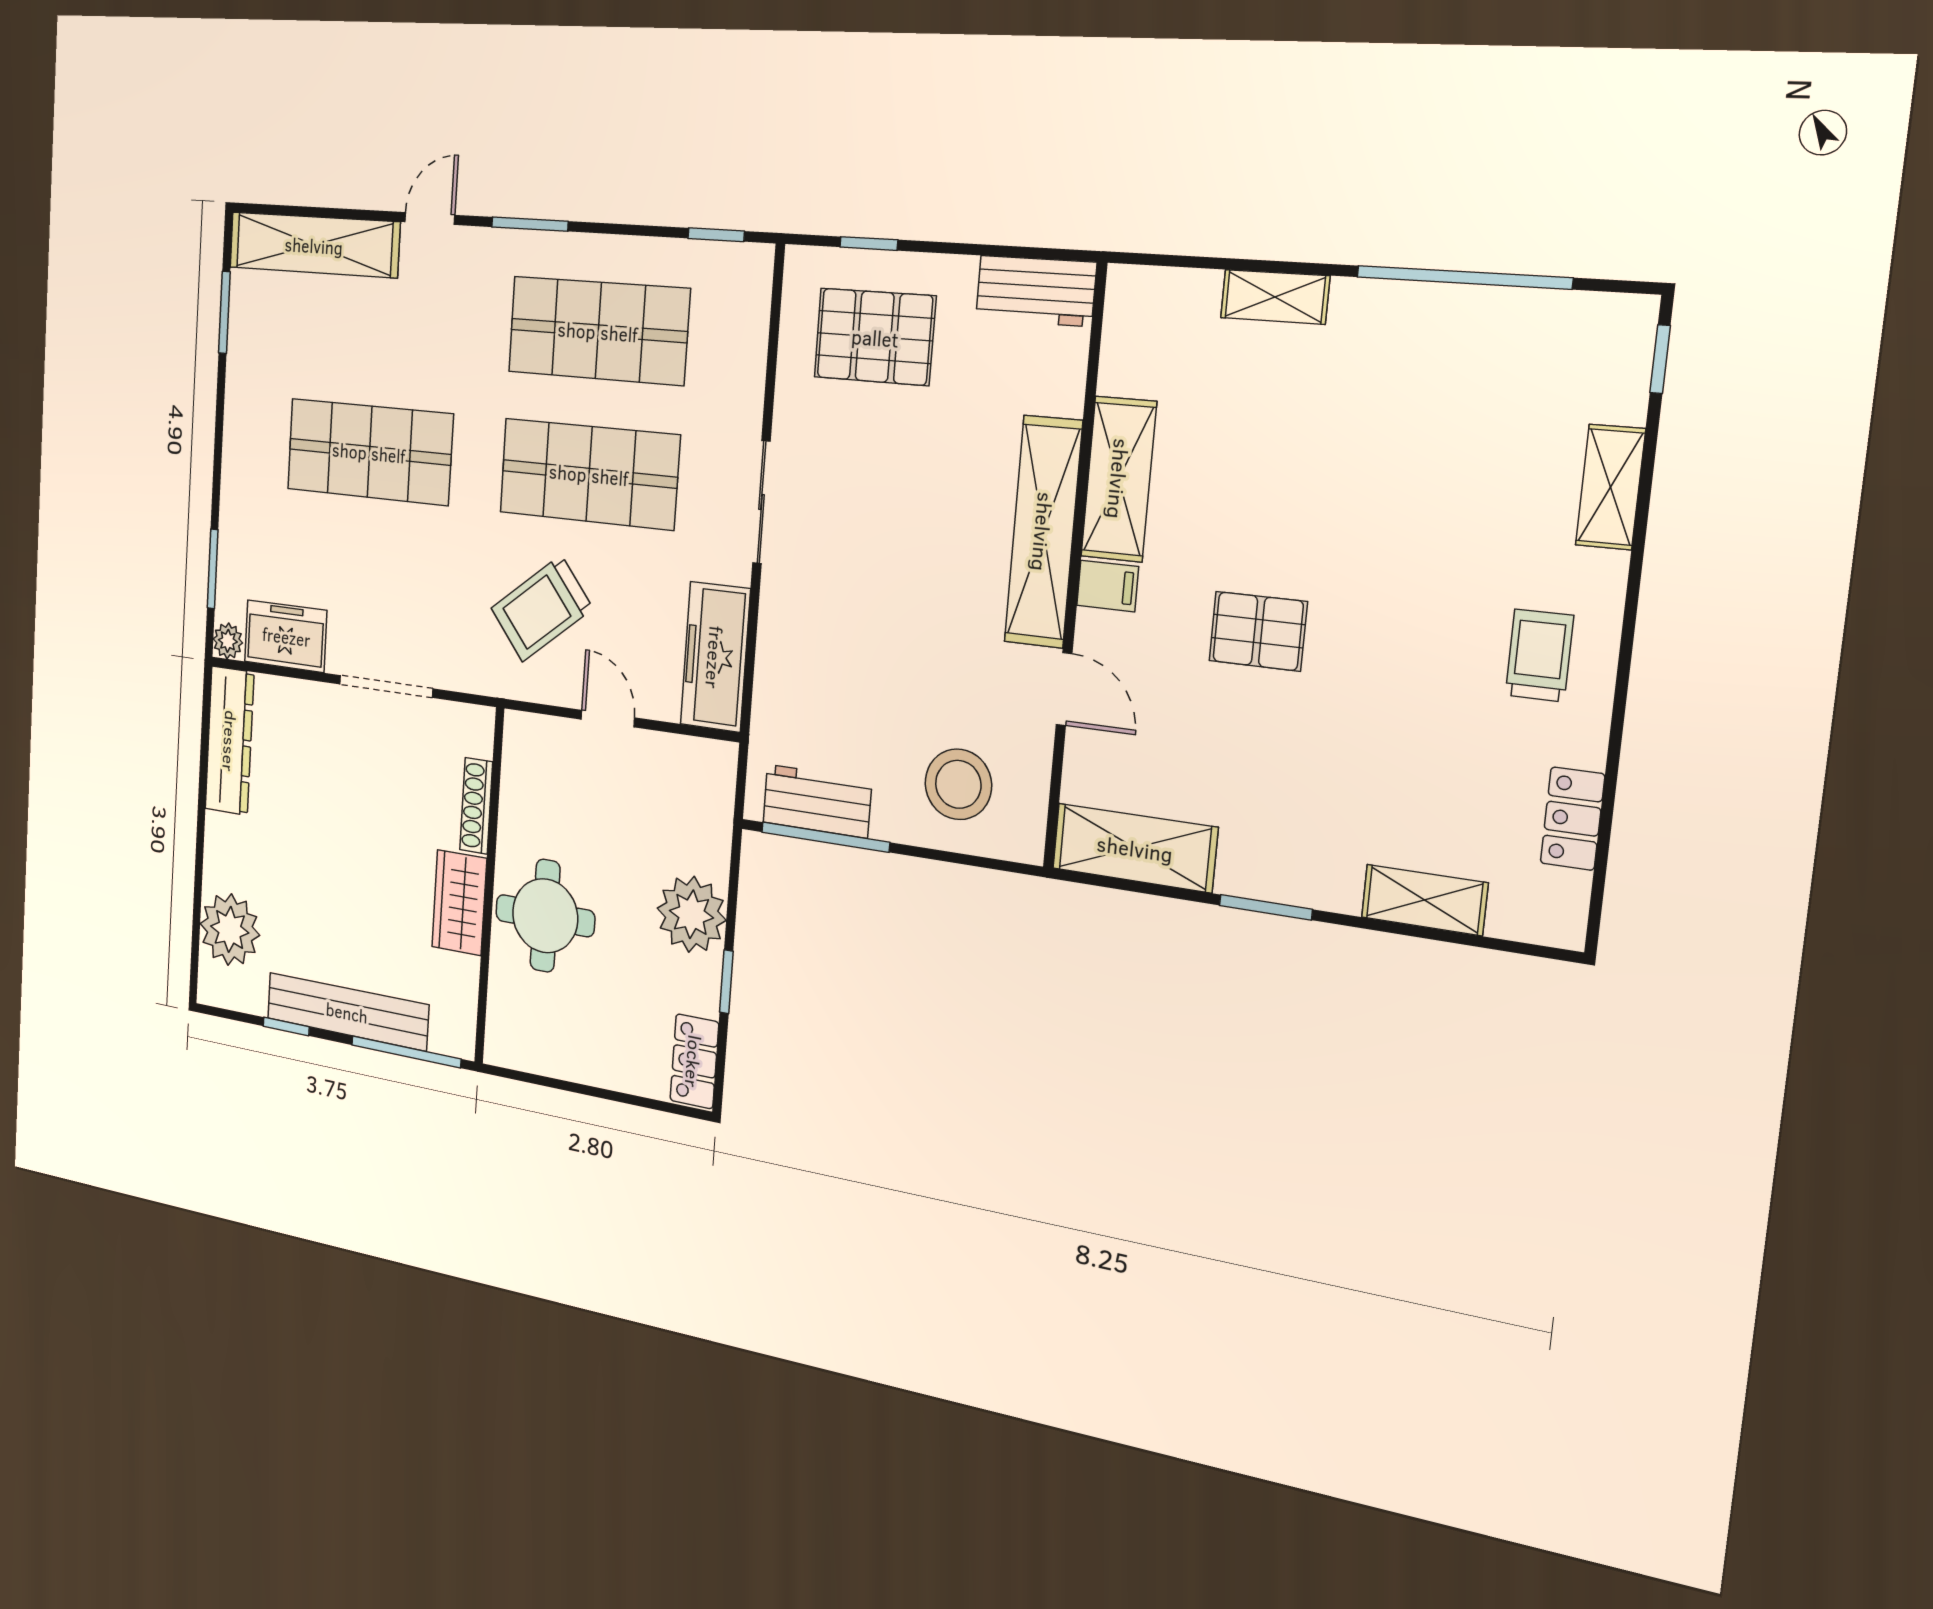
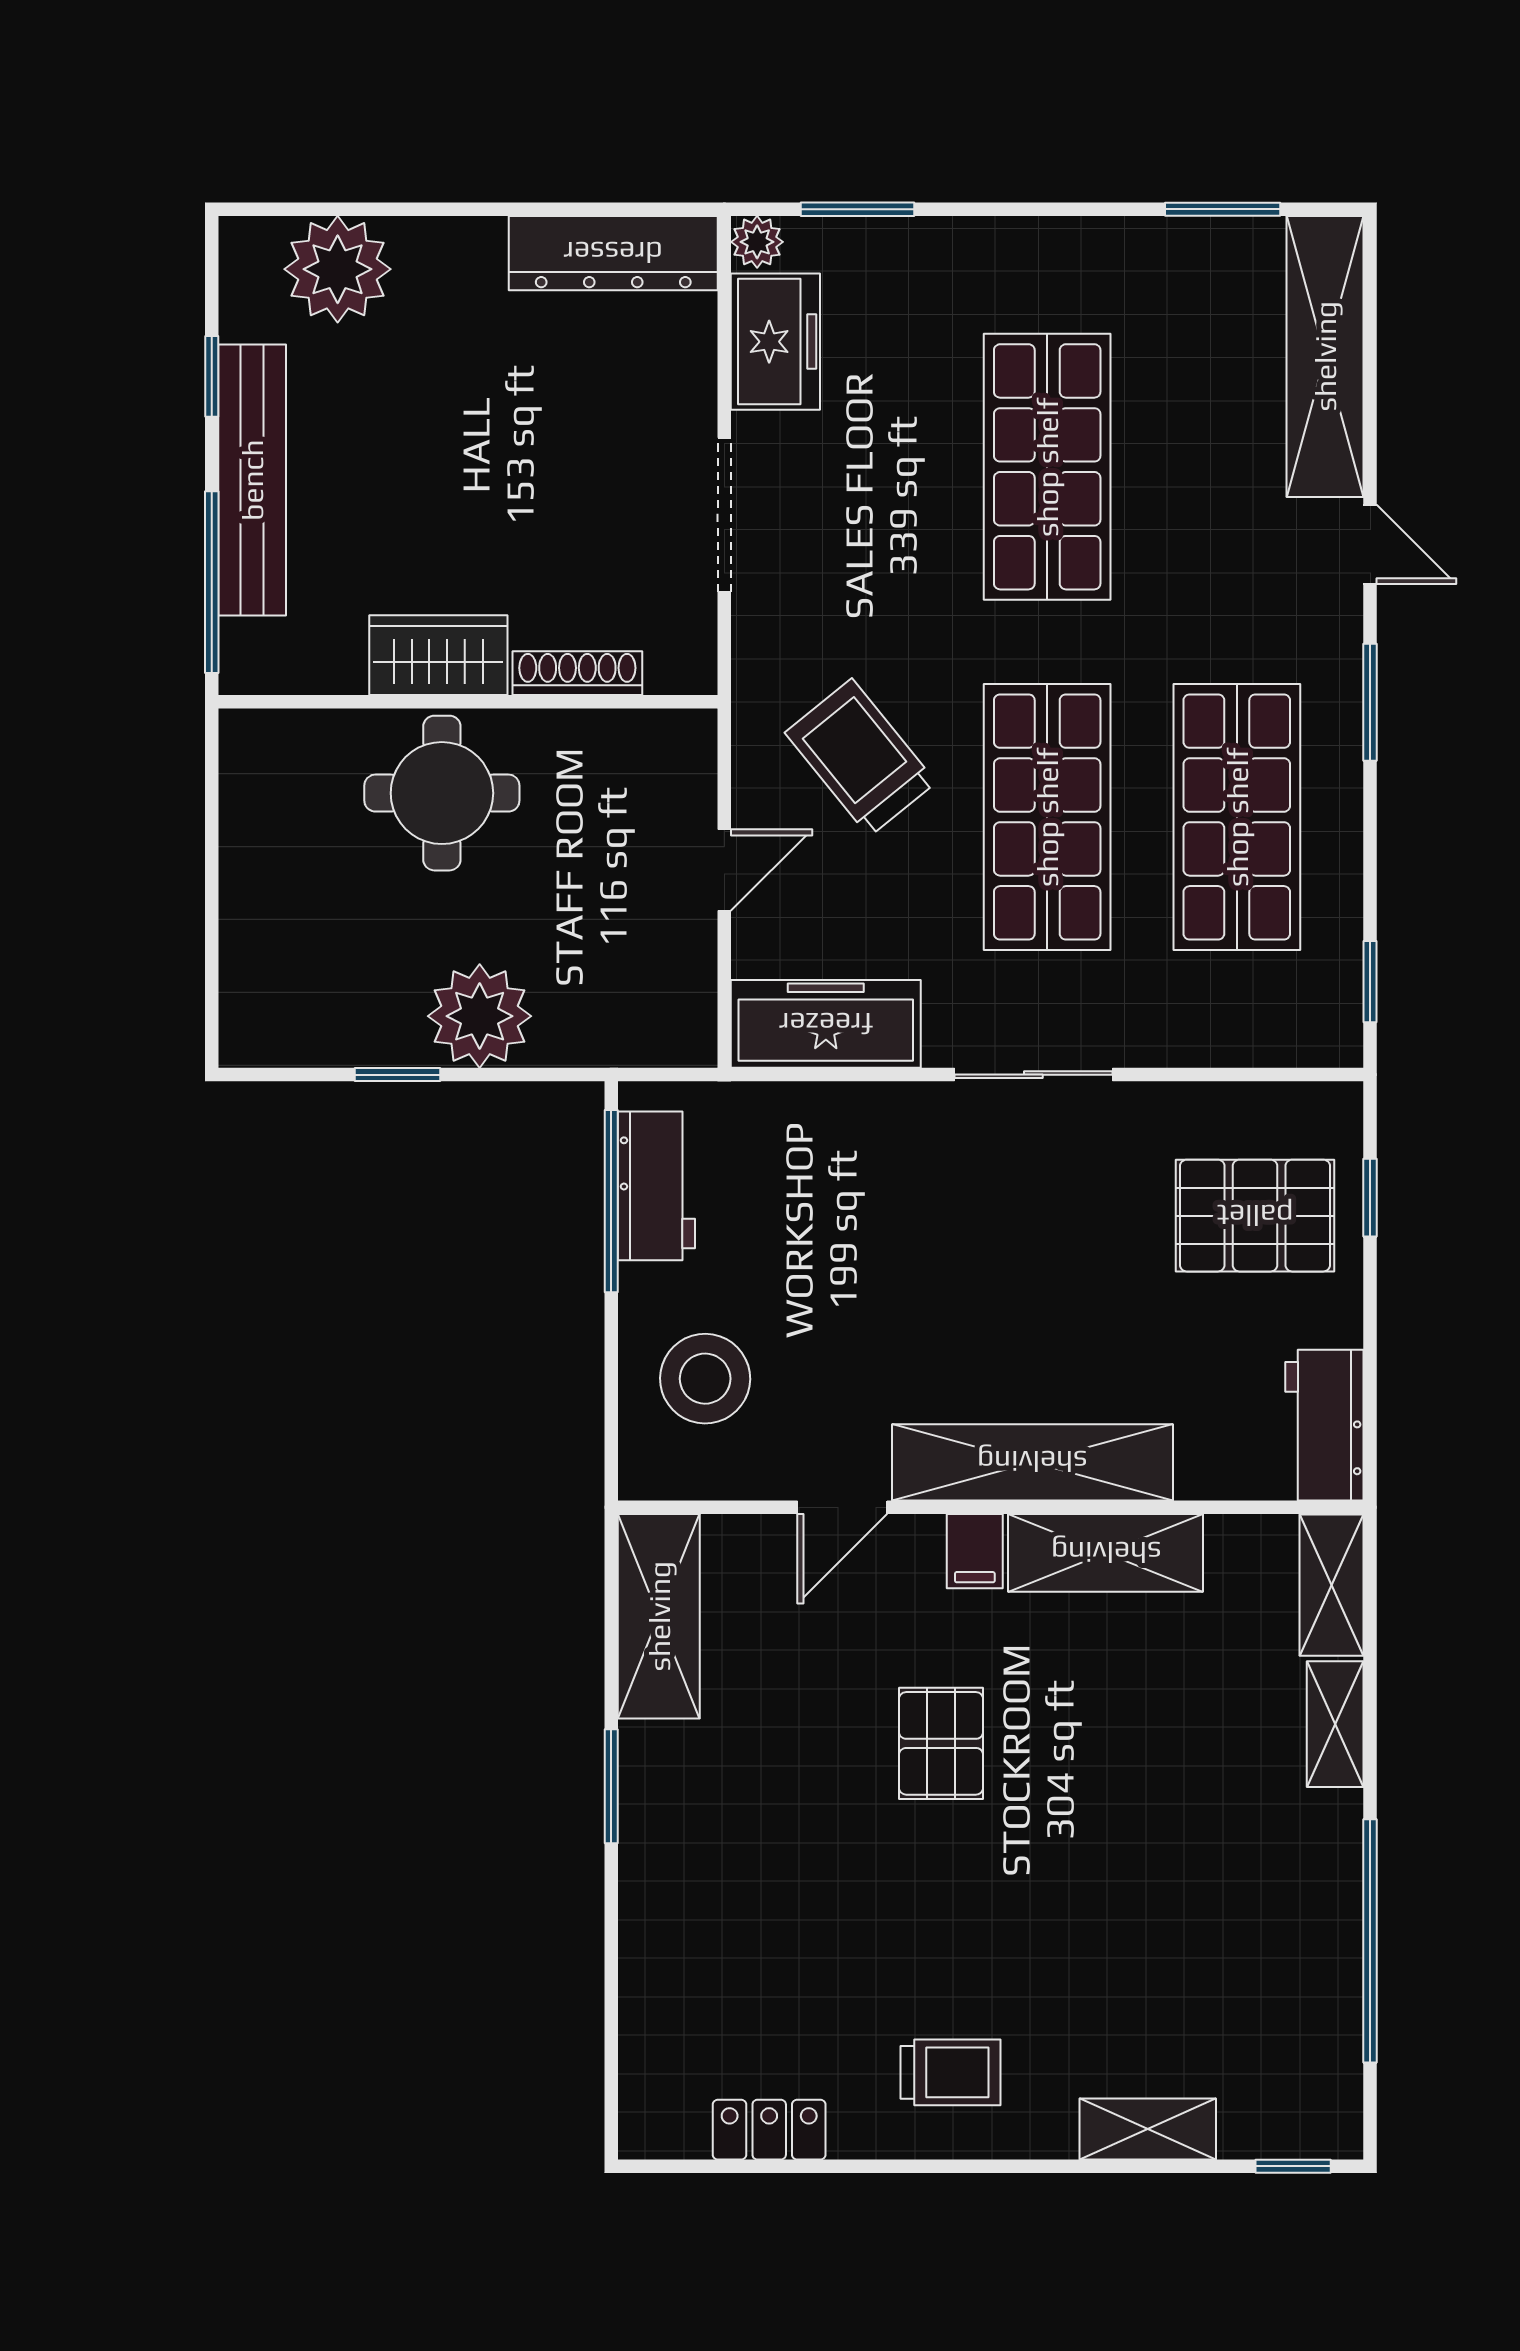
pallet: (875, 337) -> (1255, 1216), turned 90
shelving: (1424, 900) -> (1332, 1585), moved
locker: (694, 1061) -> (282, 1036), removed

